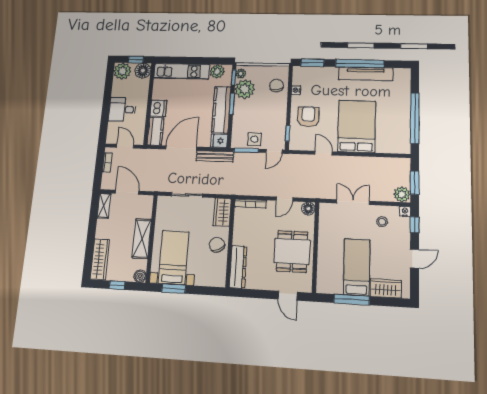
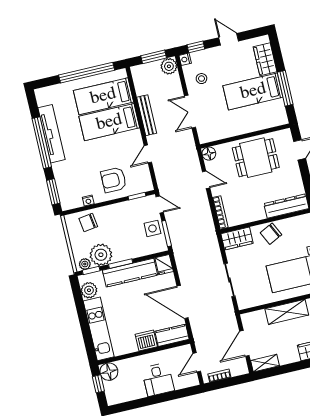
plant: (122, 71) -> (115, 394), removed
bed: (357, 126) -> (109, 122), width x0.67
bed: (388, 127) -> (103, 96), added
bench: (215, 156) -> (147, 115), moved

